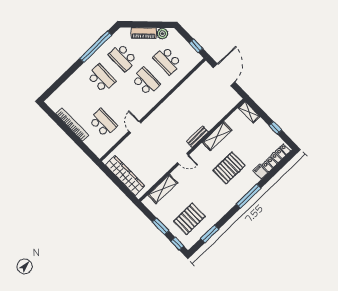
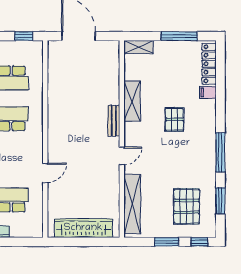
door: (135, 127) -> (45, 173), swing flipped
window: (275, 128) -> (179, 36), width x2.17
pallet: (229, 168) -> (174, 119), width x0.67, depth x0.71
shelving: (163, 189) -> (132, 204), width x1.47
window: (248, 196) -> (220, 152), moved

